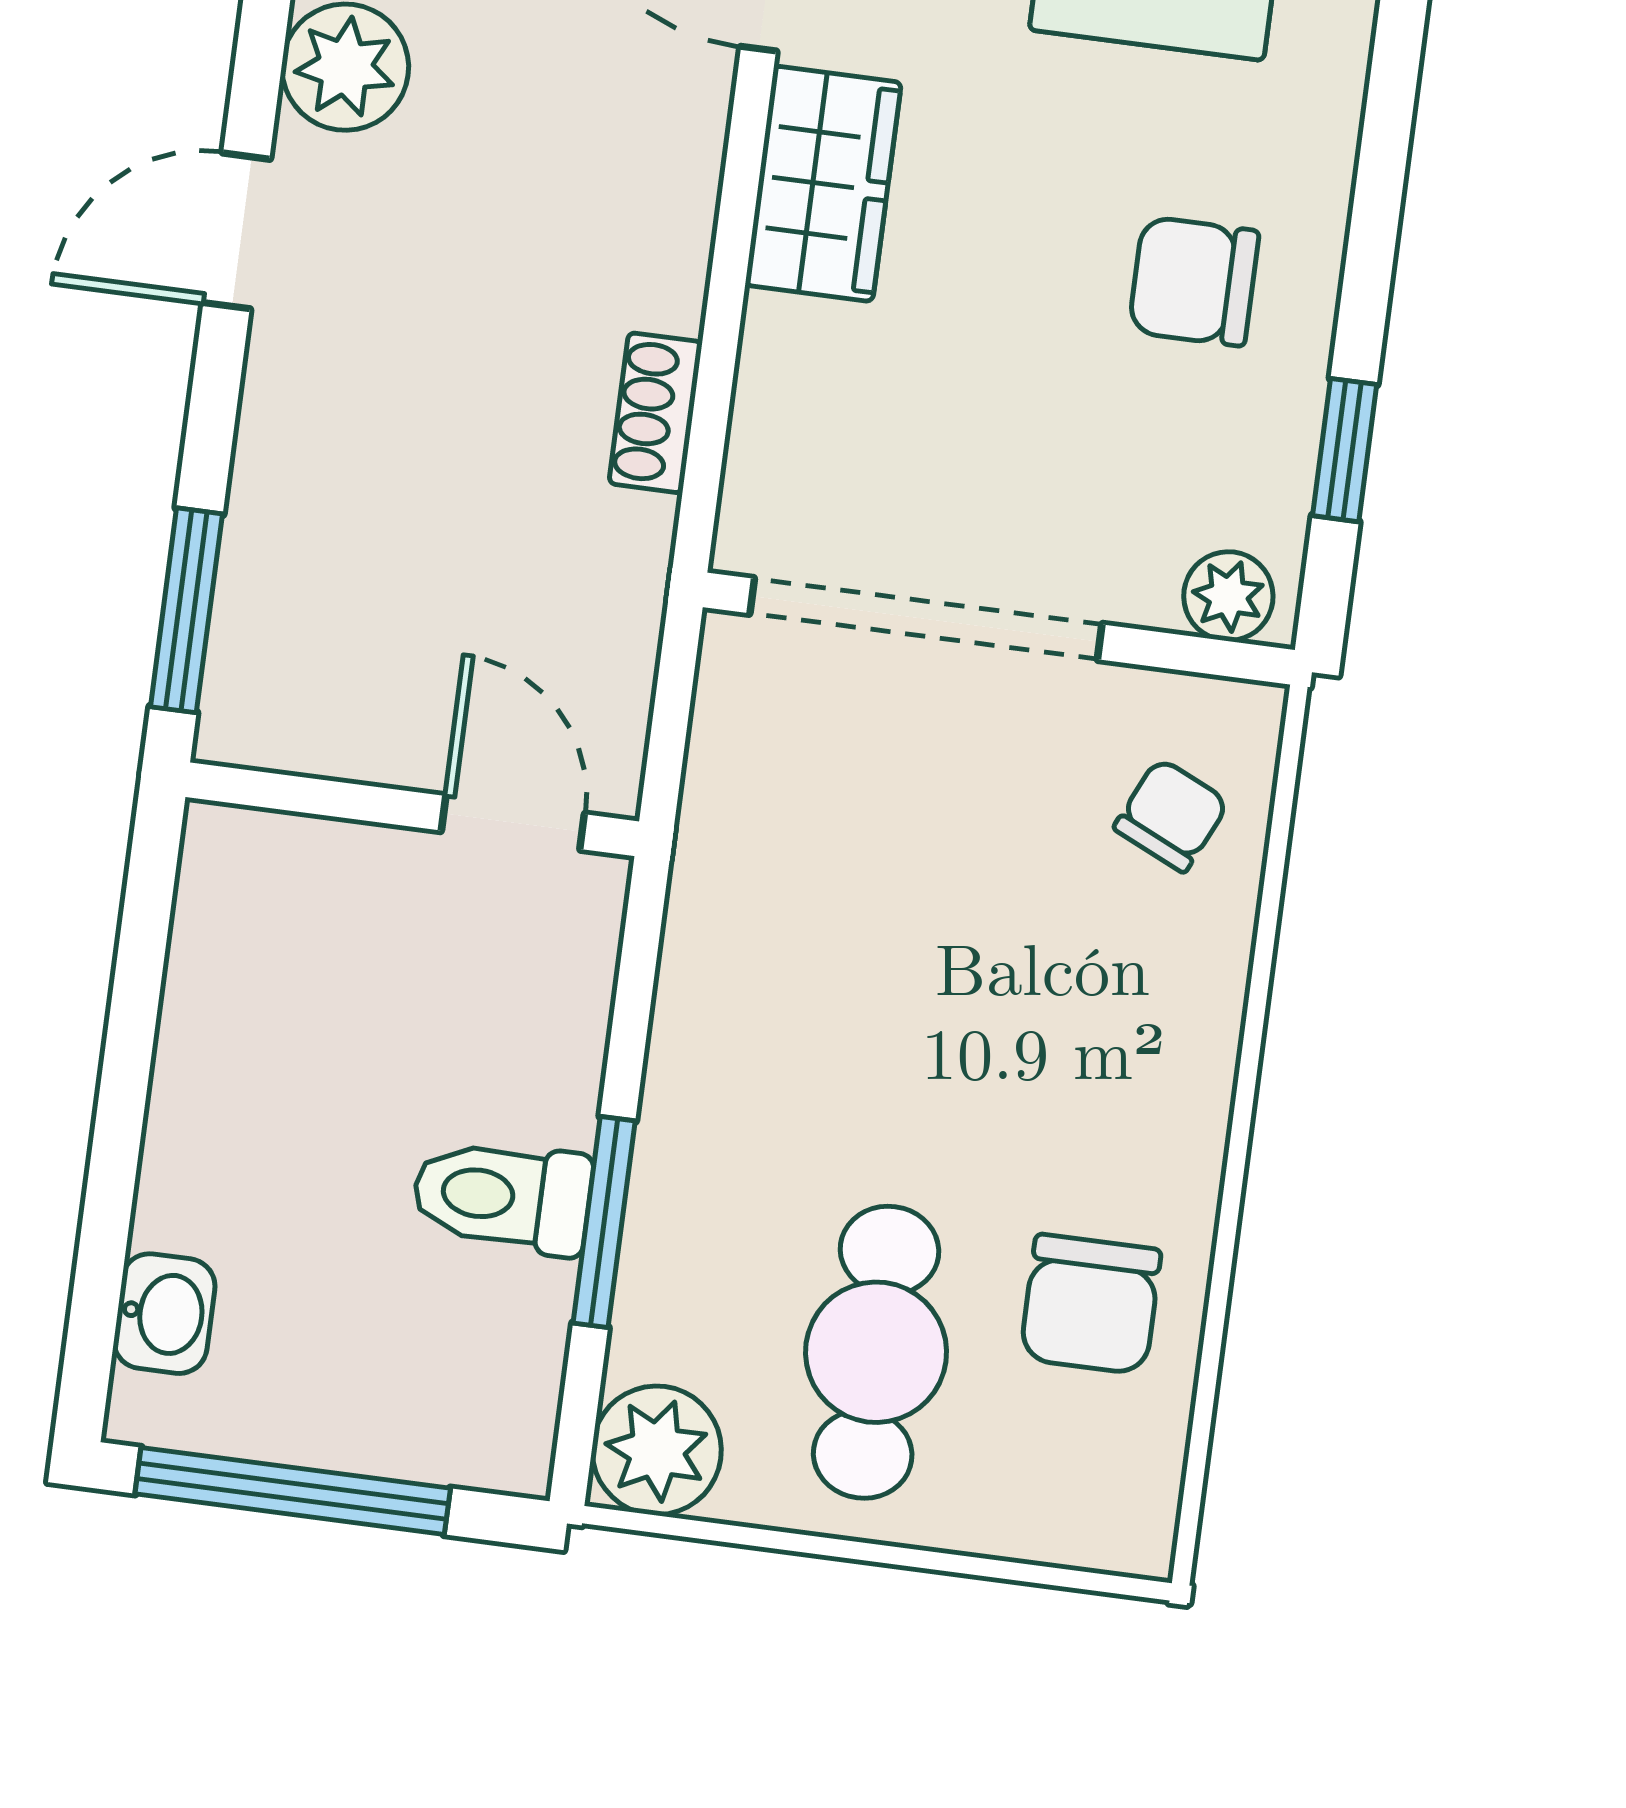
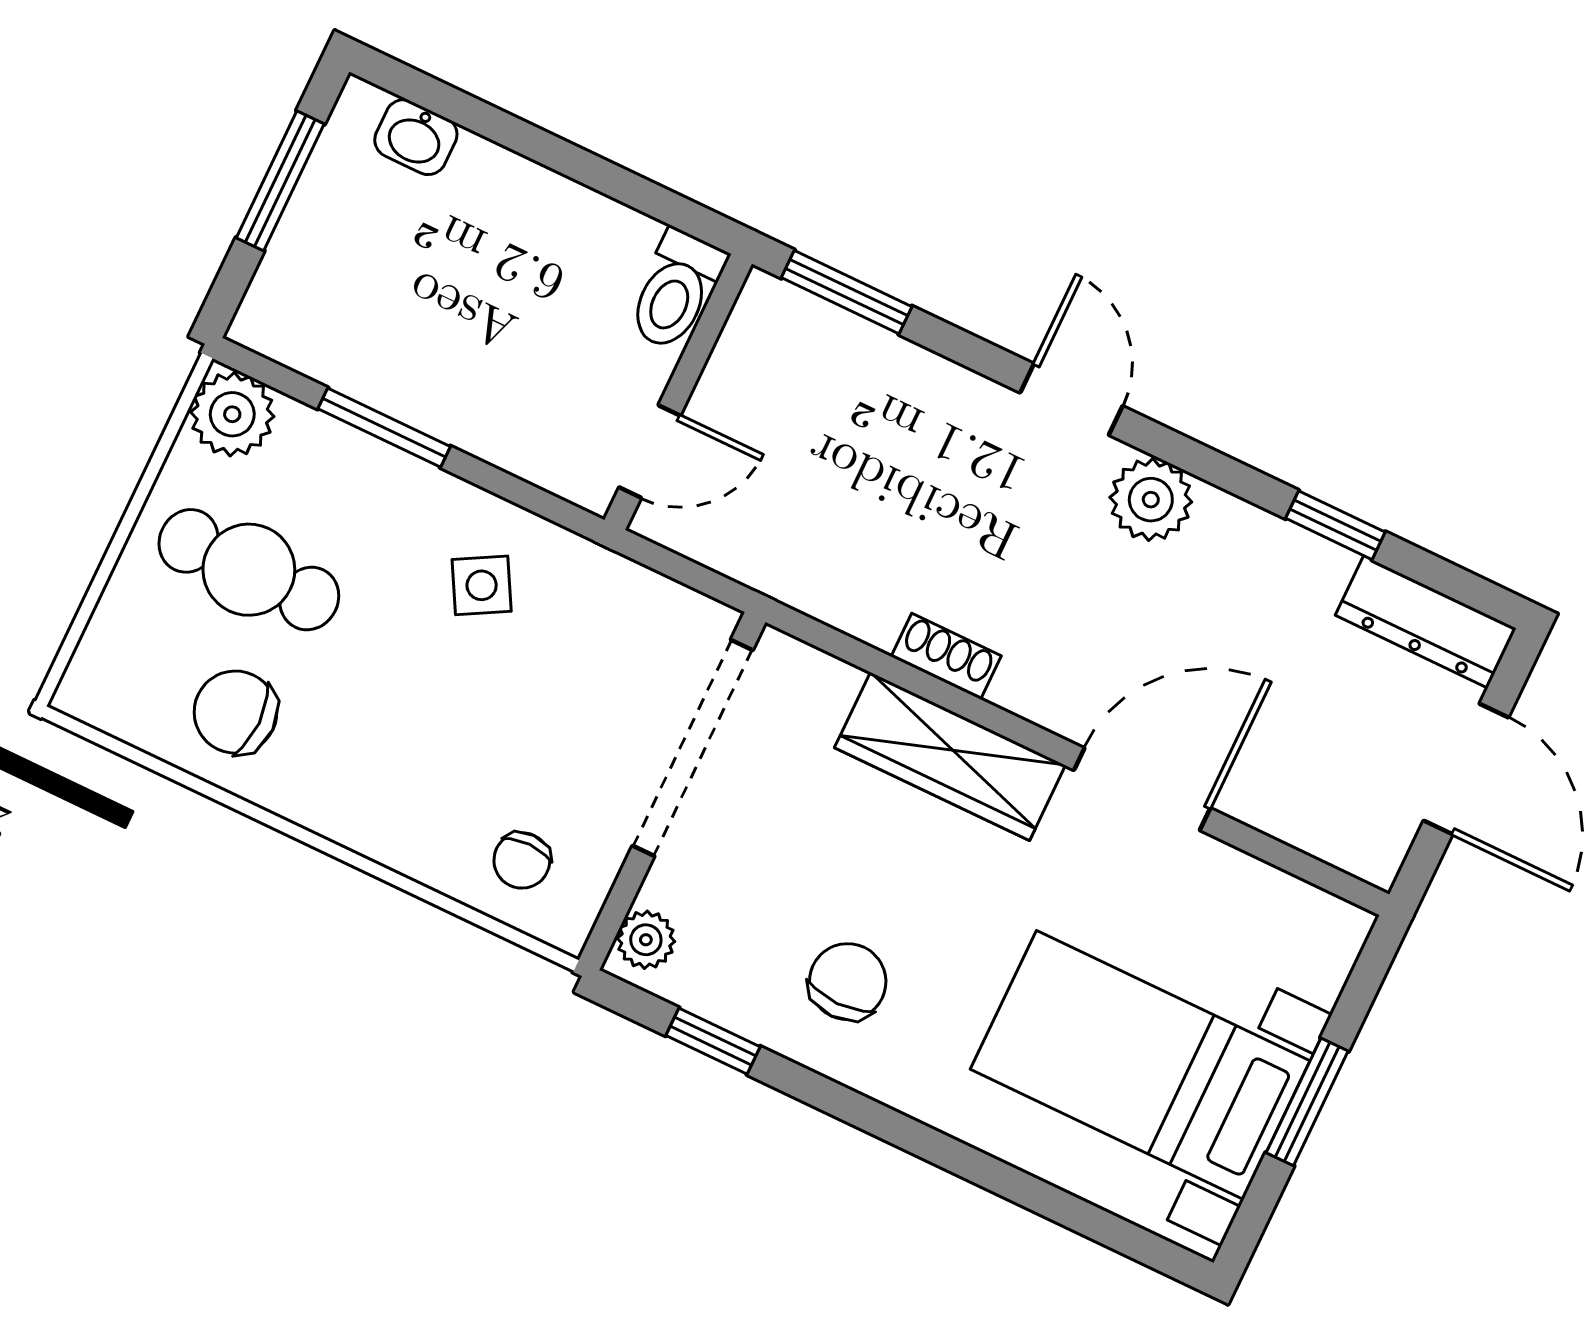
wardrobe: (823, 184) -> (950, 756), width x1.50
shoe rack: (656, 413) -> (946, 656), moved
chair: (1171, 815) -> (522, 860), turned 65
side table: (788, 1005) -> (482, 585), added
toilet: (502, 1196) -> (676, 290), moved, turned 180
window: (293, 1491) -> (280, 181), width x0.69

